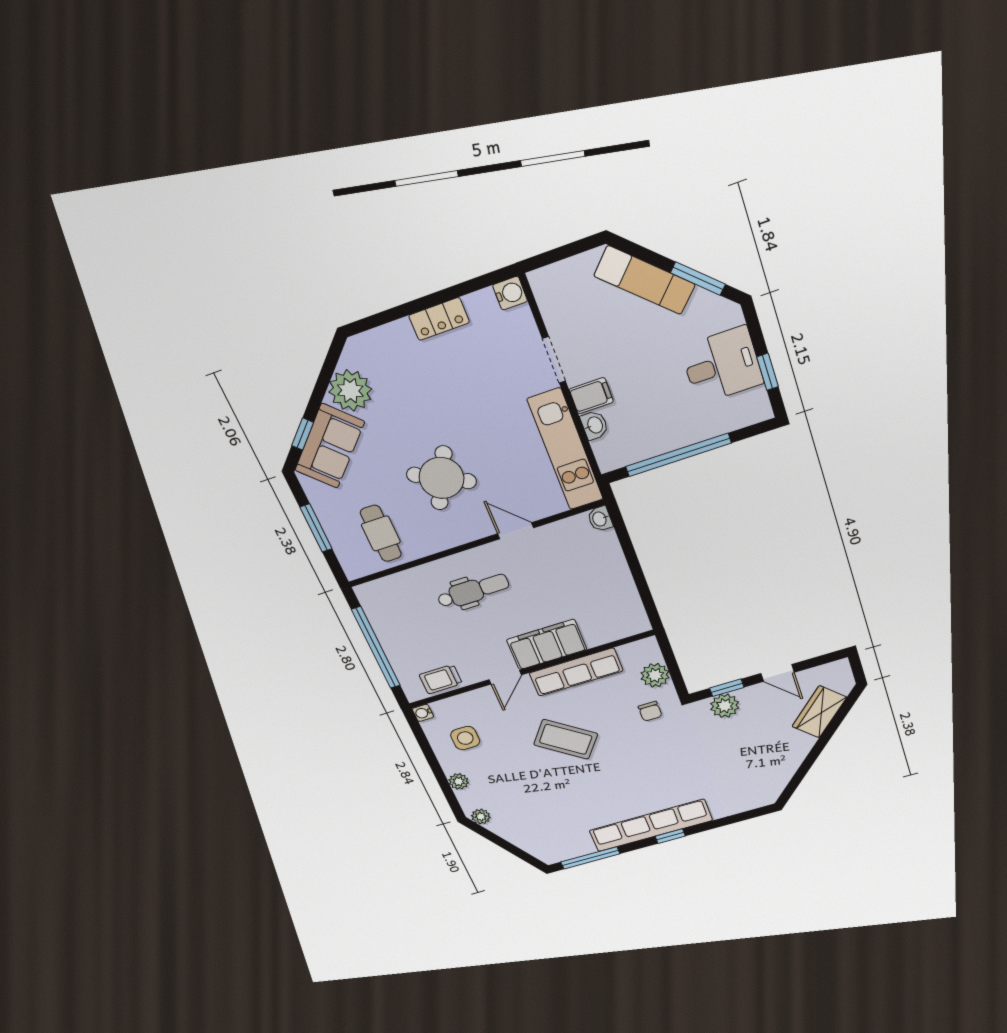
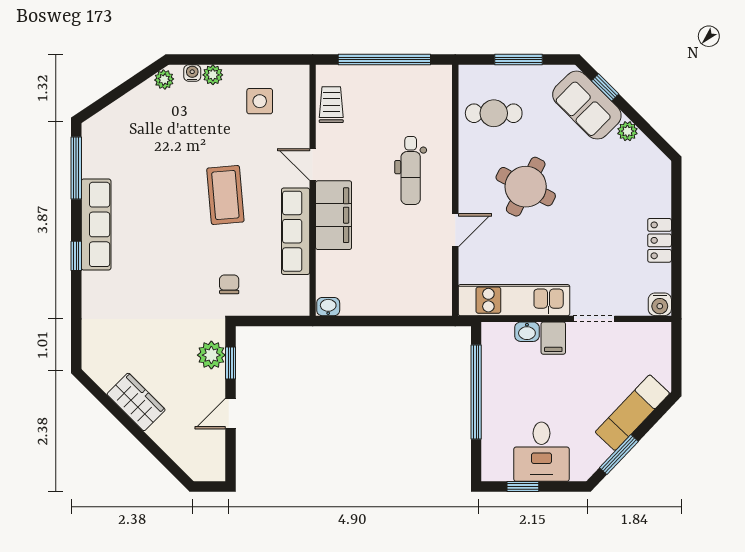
plant: (350, 391) -> (627, 131), width x0.53, depth x0.53
washbasin: (600, 519) -> (328, 307), moved
plant: (655, 675) -> (267, 302), removed
chair: (650, 711) -> (229, 284), turned 90
wardrobe: (819, 712) -> (136, 402), moved
water cooler: (423, 713) -> (192, 73), moved
coffee table: (566, 739) -> (225, 195), turned -42
row of seats: (651, 825) -> (96, 224), width x0.73

